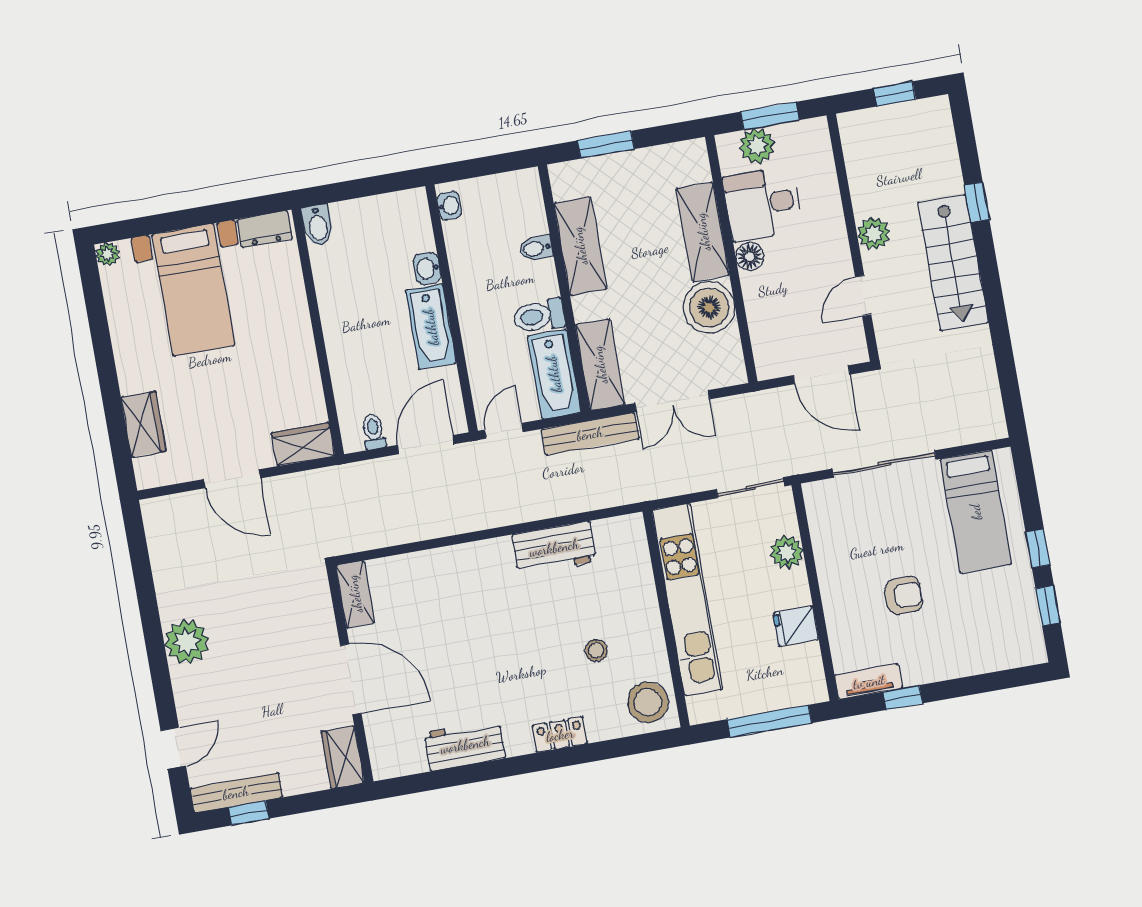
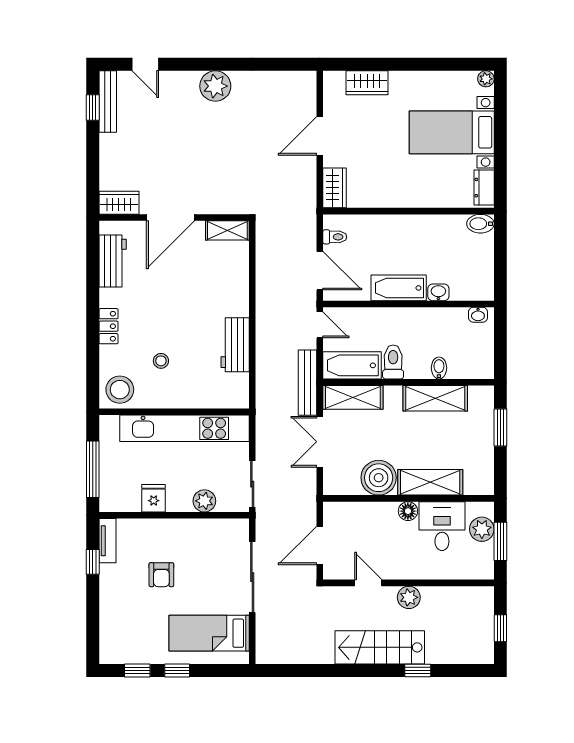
shelving: (355, 594) -> (227, 230), moved
wall: (350, 674) -> (174, 217), moved
door: (351, 679) -> (171, 217), moved
wardrobe: (343, 757) -> (119, 203), moved

